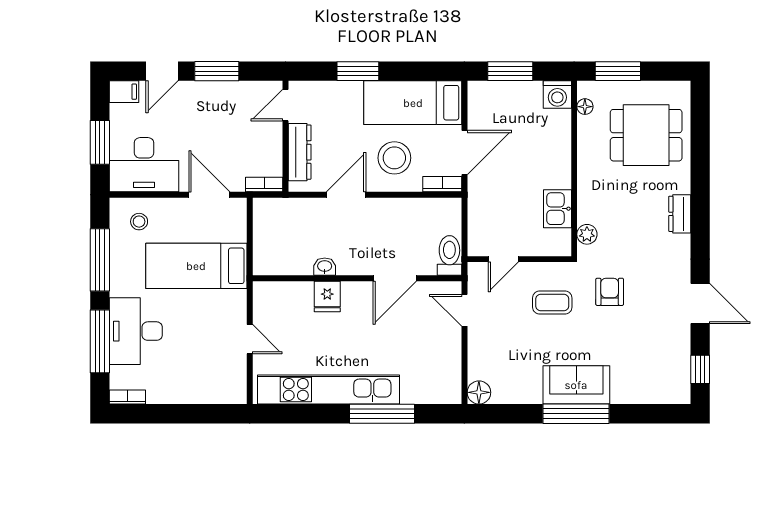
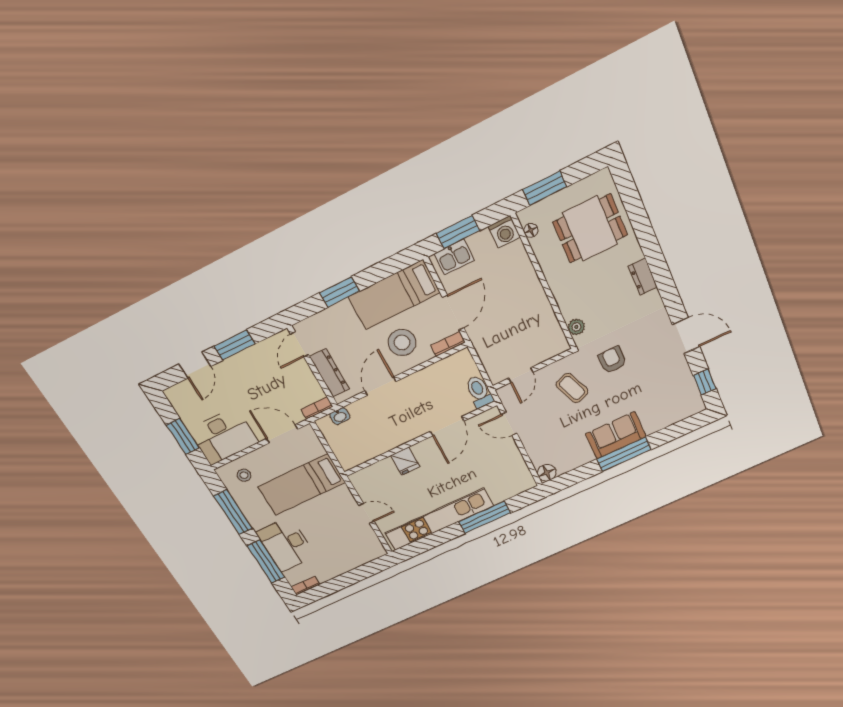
filing cabinet: (124, 92) -> (177, 393), removed
kitchen sink: (557, 209) -> (454, 257), moved, turned -90
washbasin: (325, 267) -> (340, 416), moved, turned 180
coffee table: (552, 303) -> (572, 388), turned 69

